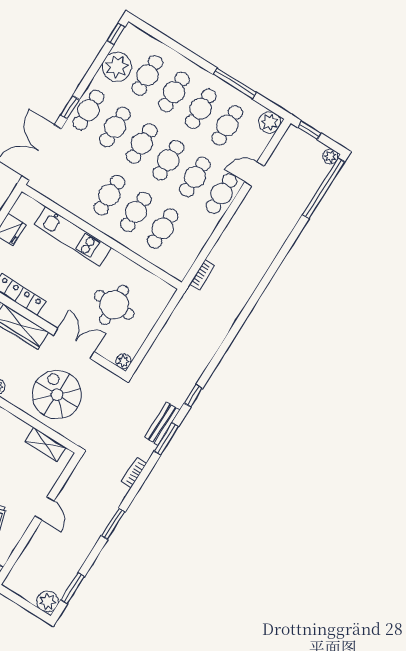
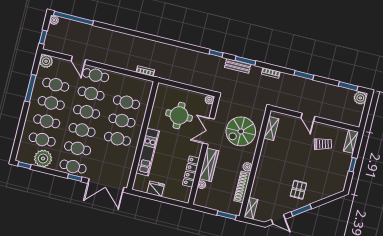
door: (44, 508) -> (308, 117), swing flipped

